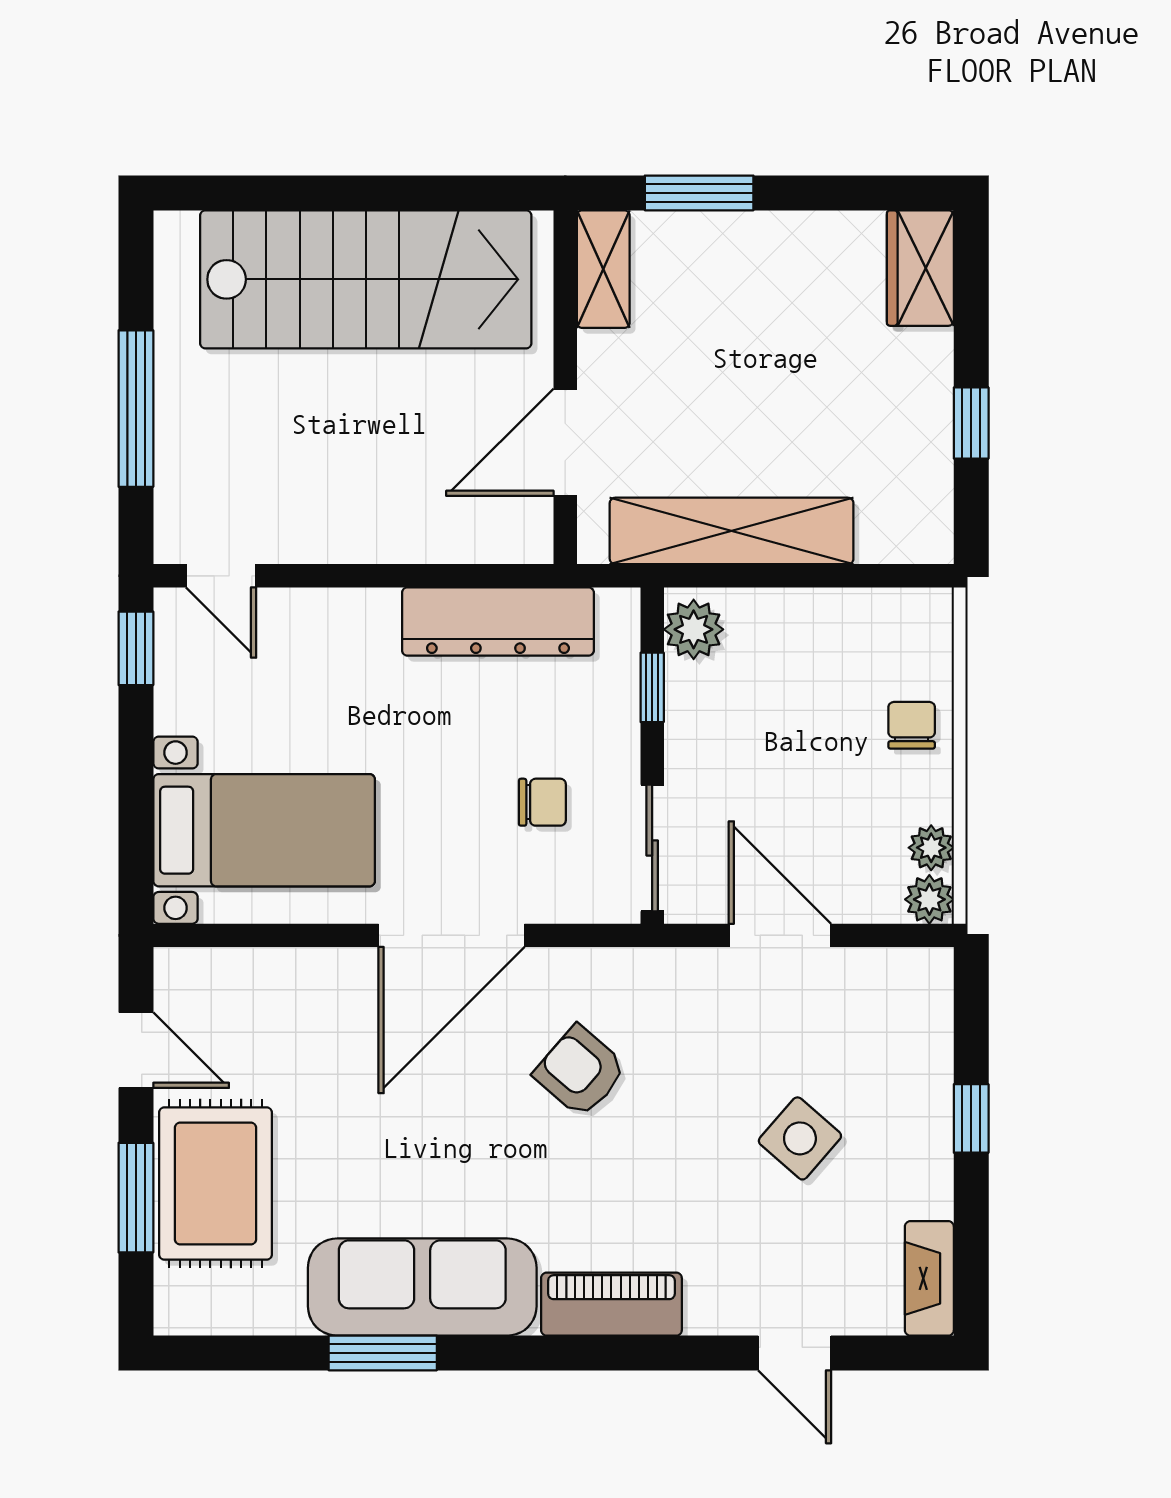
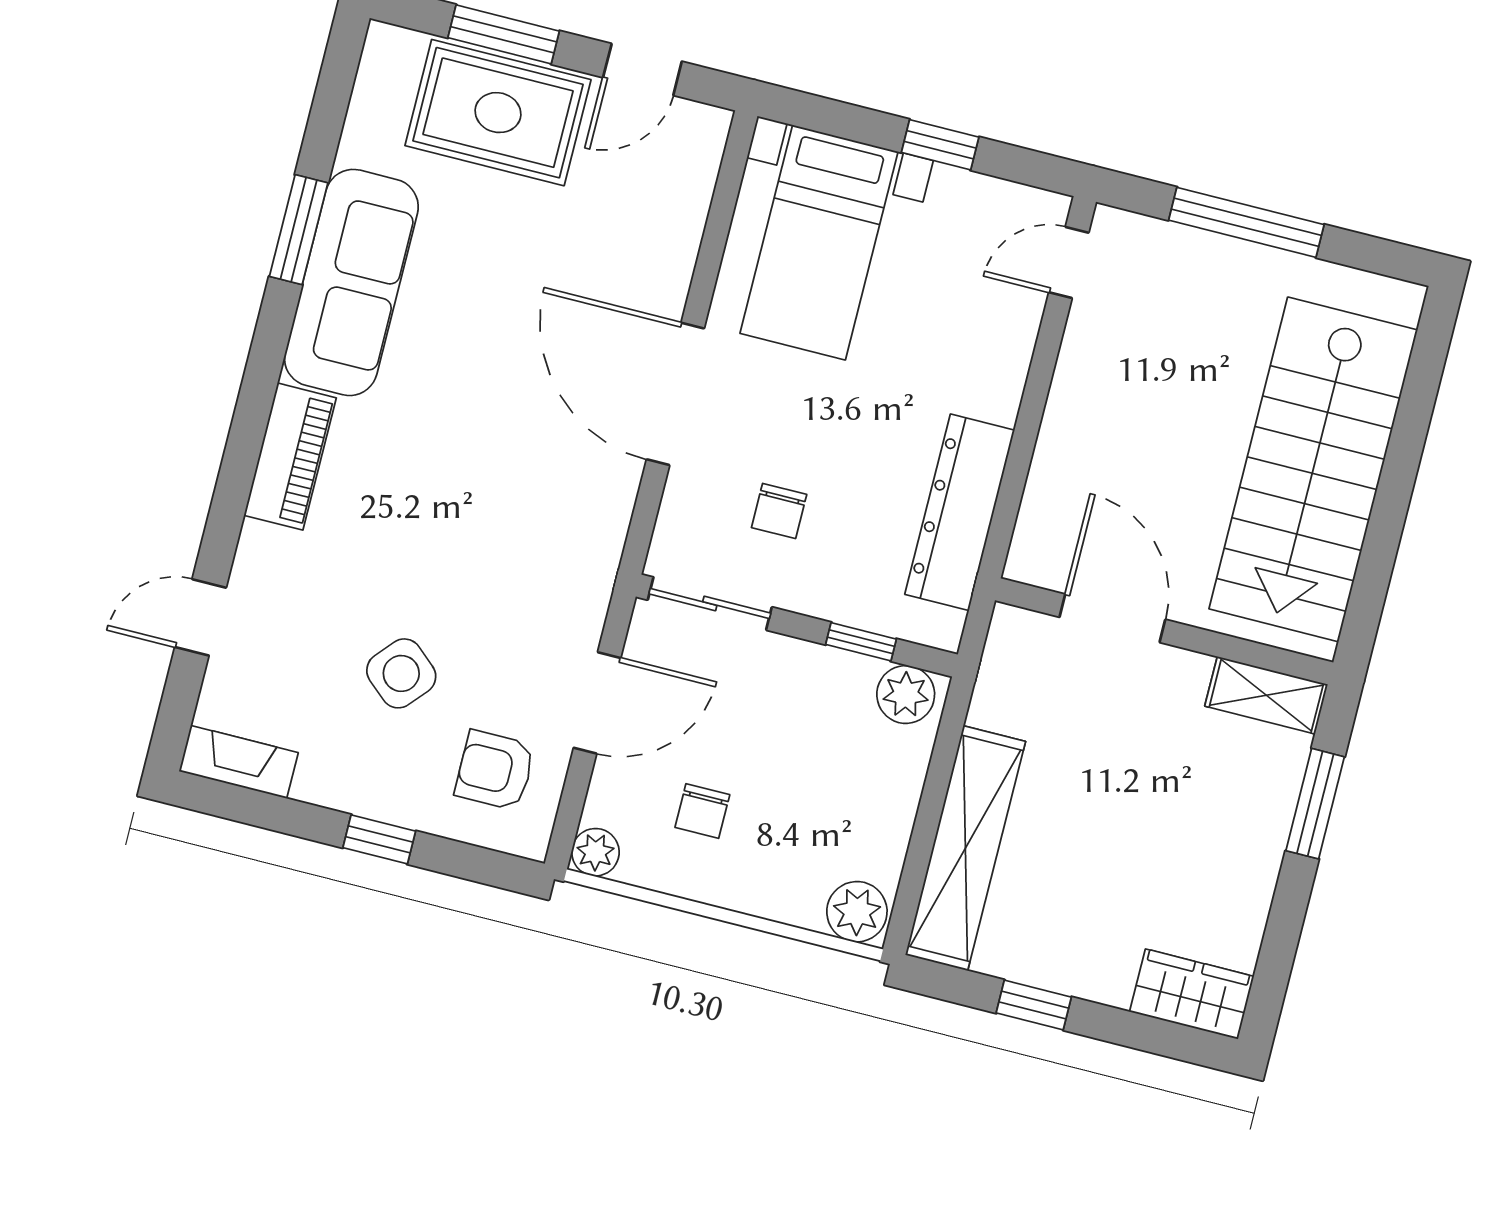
shelving: (732, 531) -> (965, 848), moved
window: (136, 648) -> (940, 145), moved
chair: (912, 725) -> (702, 811), moved, turned 90
plant: (931, 848) -> (857, 912), moved, width x1.38, depth x1.38
armchair: (580, 1071) -> (495, 770), moved, turned -131

